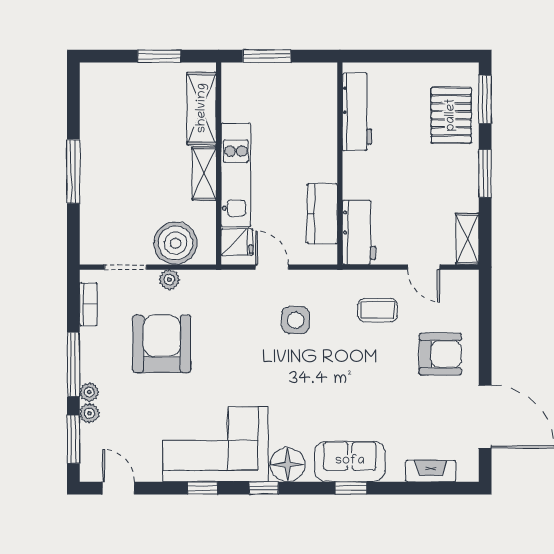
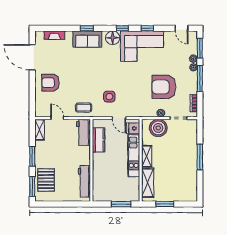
coffee table: (377, 310) -> (84, 108), moved
armchair: (162, 344) -> (164, 87), turned 90

